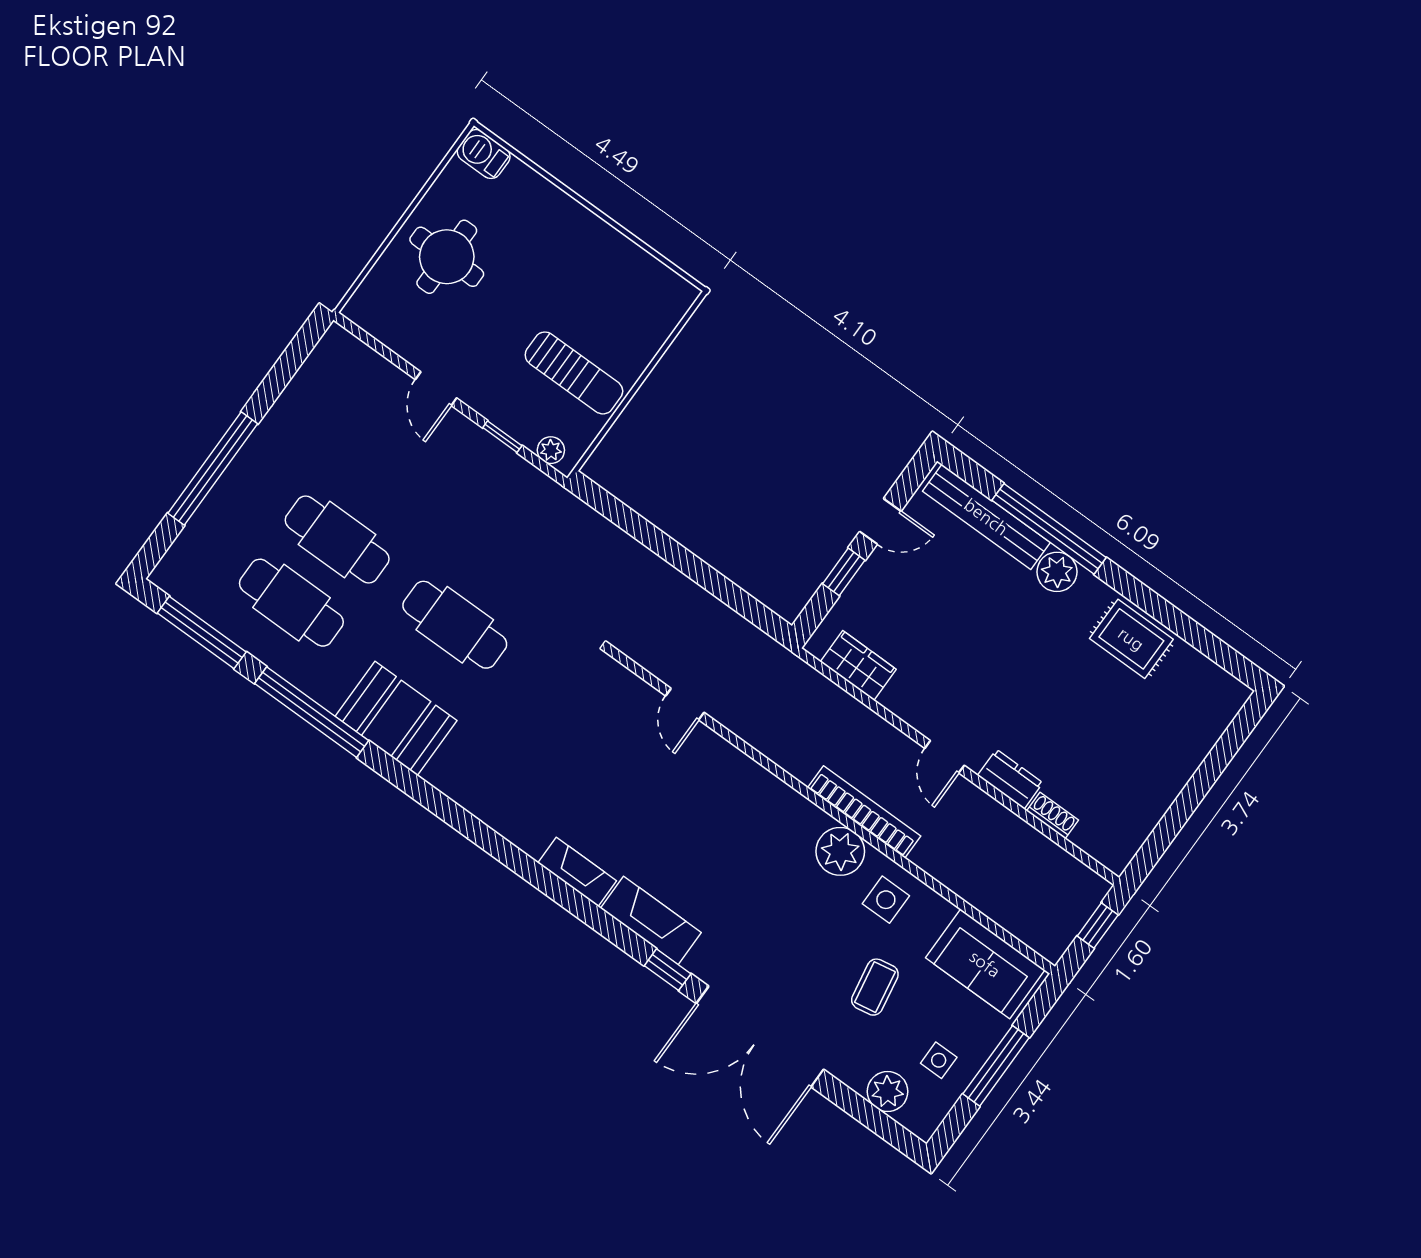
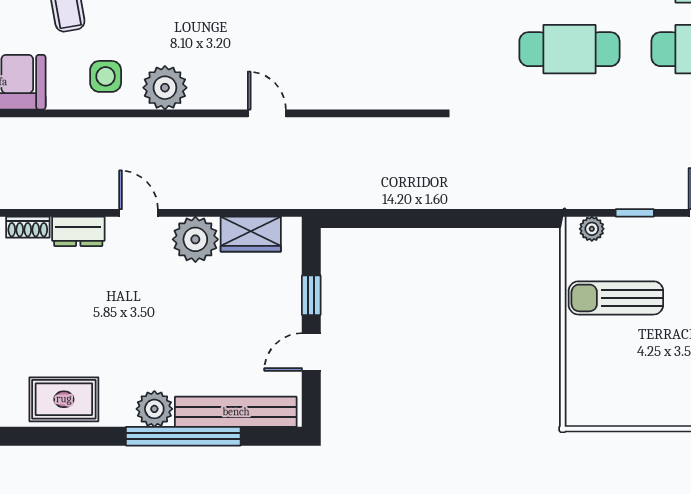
plant: (911, 697) -> (195, 239), added
door: (685, 704) -> (267, 113), moved
bookcase: (864, 812) -> (168, 129), removed

